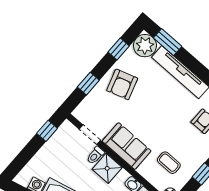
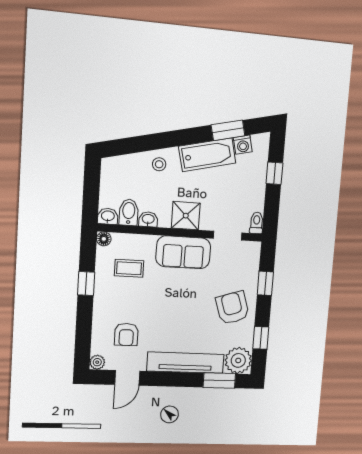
window: (47, 131) -> (275, 173), moved
toilet: (95, 155) -> (256, 223), moved

